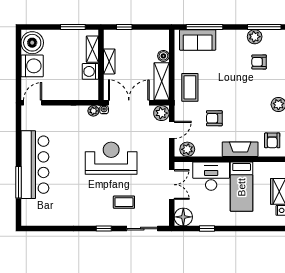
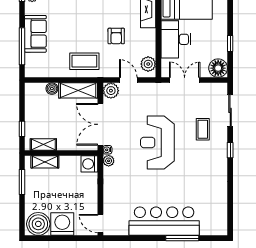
sofa: (198, 40) -> (35, 34), moved
shelving: (109, 61) -> (43, 144), moved
washing machine: (90, 71) -> (89, 164), moved, turned 90

